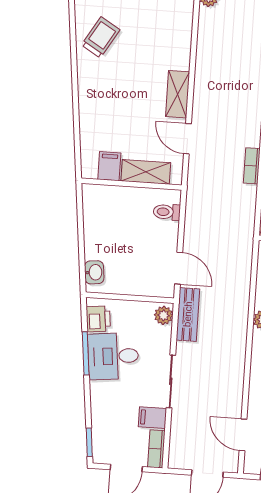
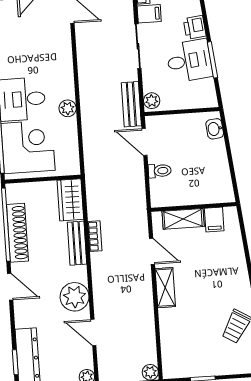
toilet: (167, 212) -> (160, 171), moved
printer: (98, 319) -> (195, 27), moved

